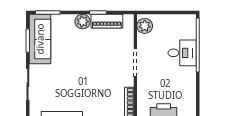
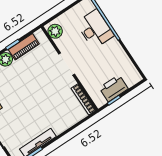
desk: (182, 53) -> (95, 29), width x1.37

